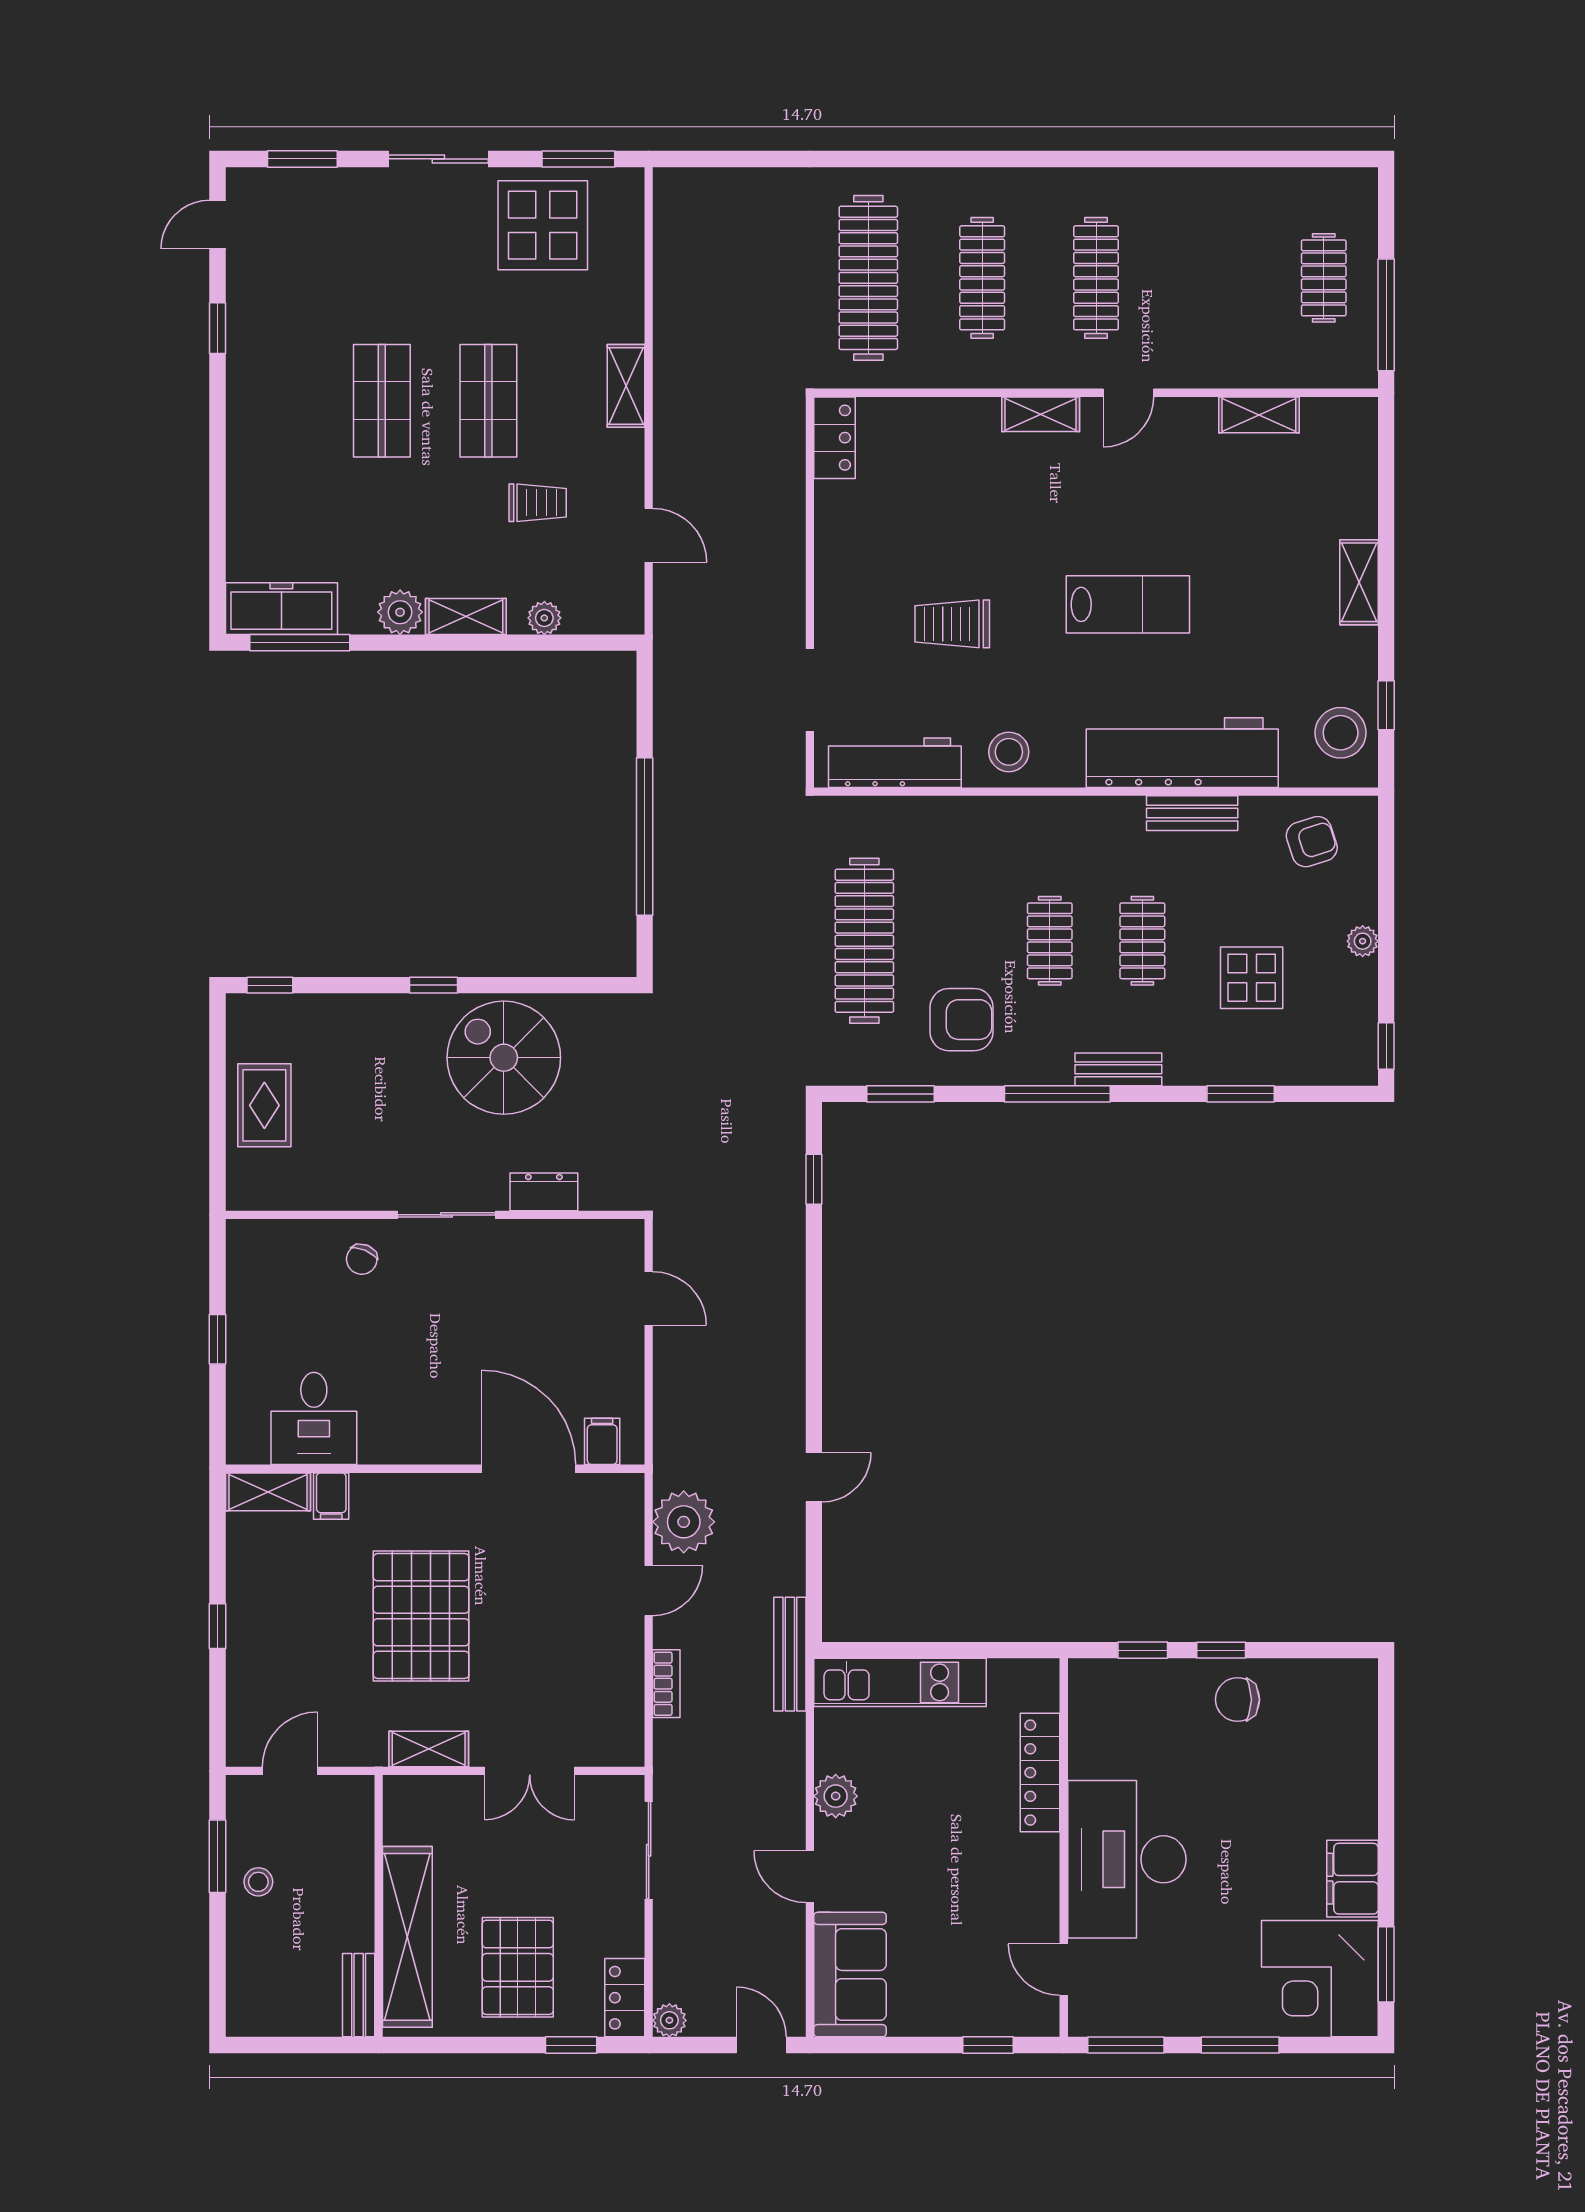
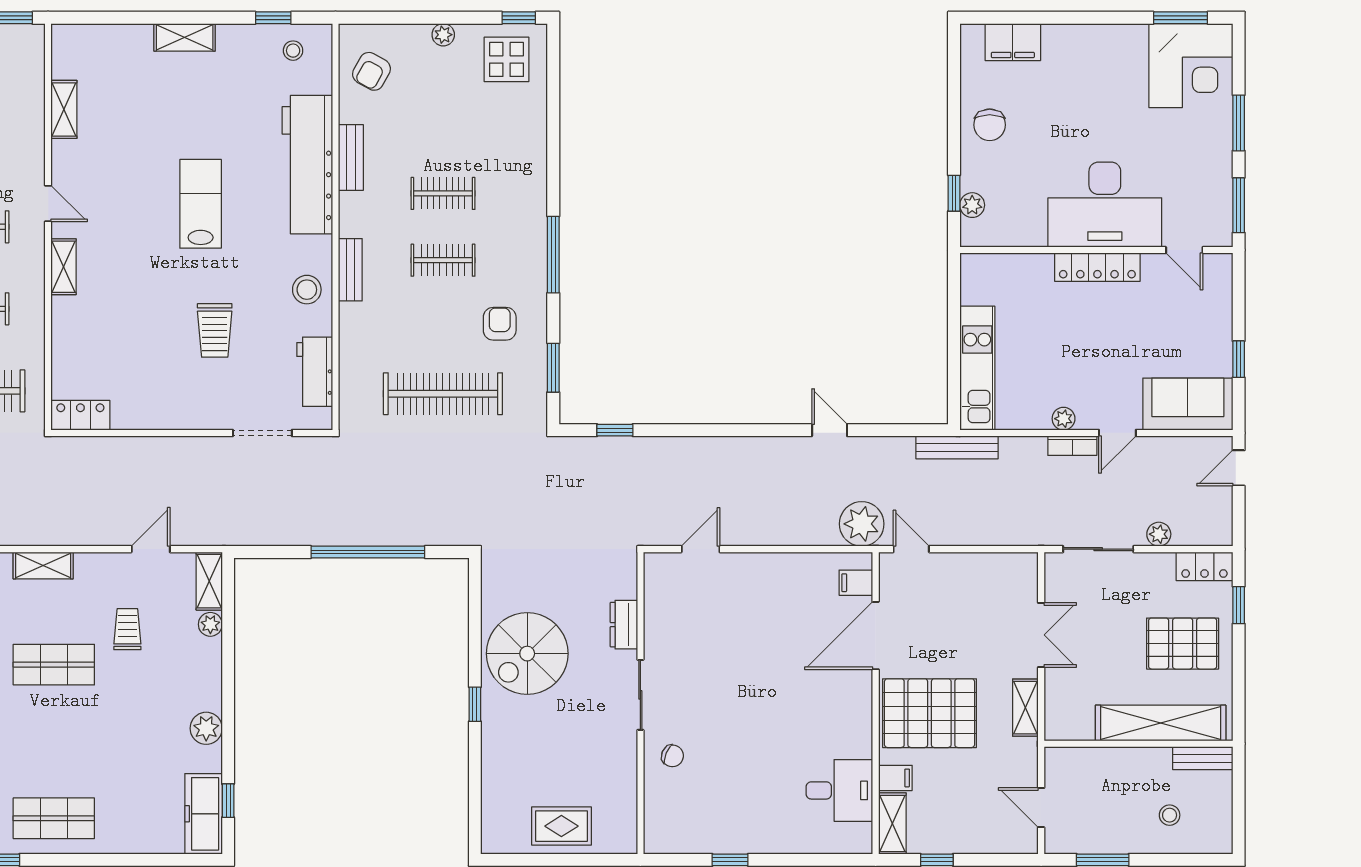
shop shelf: (382, 401) -> (54, 818), moved
shelving: (466, 616) -> (209, 581), moved
window: (300, 643) -> (228, 801), width x0.46
stool: (1341, 733) -> (293, 51), width x0.53, depth x0.53
workbench: (895, 763) -> (315, 372), width x0.73
armchair: (1312, 842) -> (371, 71), turned -133
display table: (1252, 978) -> (506, 59), moved
window: (270, 985) -> (475, 822), removed
armchair: (961, 1020) -> (500, 324), width x0.72, depth x0.72
bench: (1118, 1069) -> (350, 270), moved
window: (1241, 1094) -> (553, 123), removed
desk: (314, 1418) -> (839, 790), moved
filing cabinet: (602, 1441) -> (856, 583), moved
wall: (435, 1469) -> (876, 703), moved
door: (529, 1469) -> (876, 636), moved
shelving: (268, 1492) -> (892, 823), moved
filing cabinet: (331, 1496) -> (895, 778), moved
window: (1221, 1650) -> (954, 137), removed
plant: (1126, 1675) -> (972, 205), added
bookcase: (666, 1684) -> (1072, 446), moved, turned 180
locker: (1040, 1773) -> (1097, 267), moved
plant: (836, 1796) -> (1064, 419), width x0.73, depth x0.73
filing cabinet: (1352, 1879) -> (1013, 42), moved
stool: (258, 1882) -> (1170, 815), moved
door: (1064, 1970) -> (1184, 250), hinge flipped
plant: (669, 2020) -> (1159, 534), moved
window: (988, 2045) -> (1239, 359), moved

